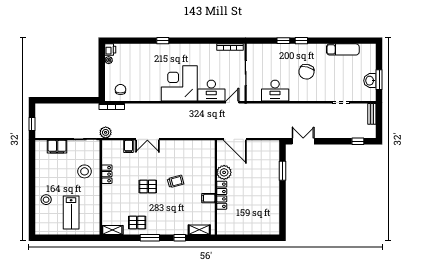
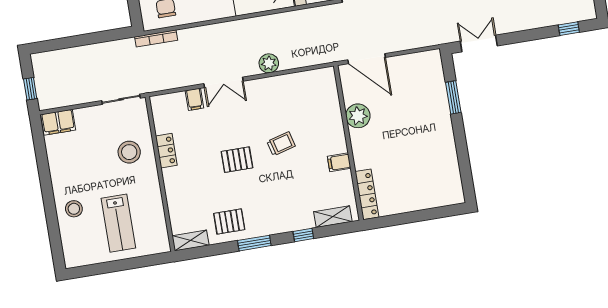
plant: (106, 132) -> (269, 63), moved
filing cabinet: (57, 147) -> (58, 122), moved
locker: (222, 195) -> (367, 194), moved

